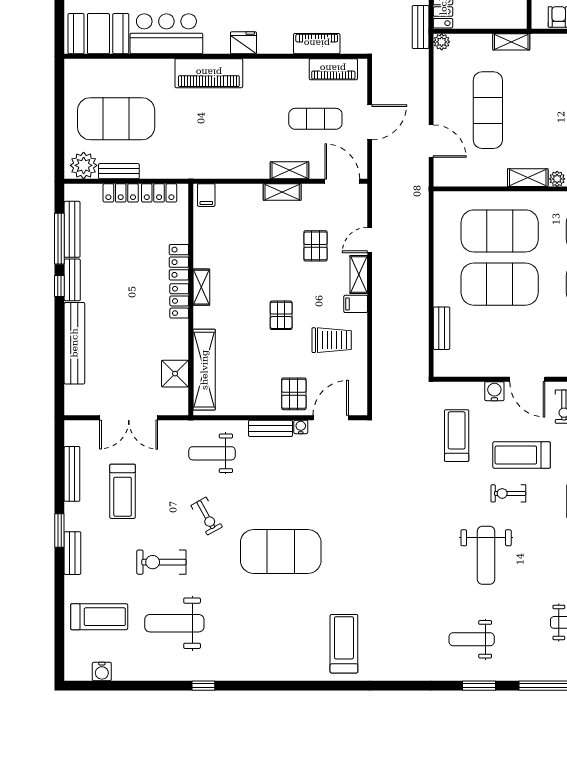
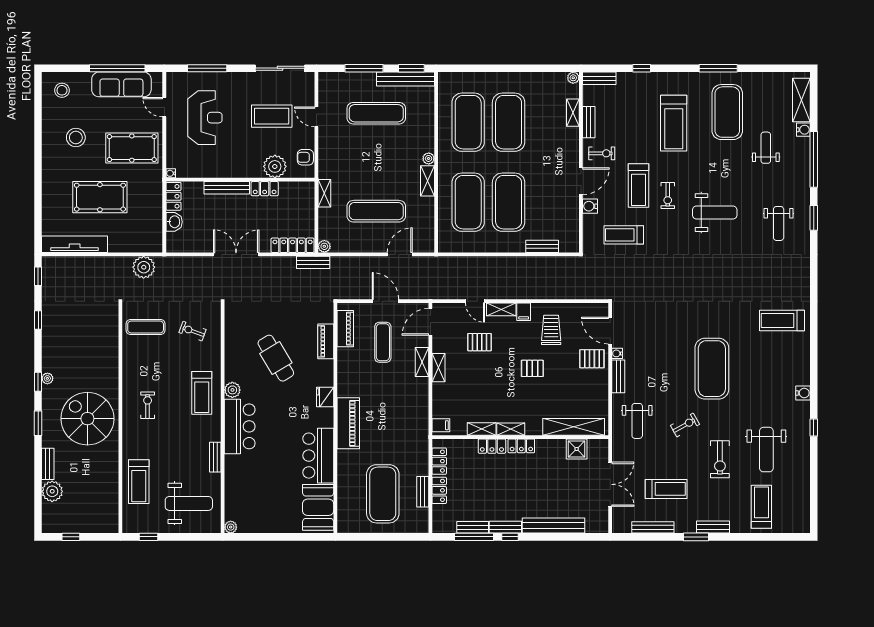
plant: (84, 165) -> (418, 519), removed
bench: (72, 229) -> (473, 527), width x0.73
shelving: (201, 249) -> (482, 429), added
water cooler: (102, 671) -> (803, 393), moved

